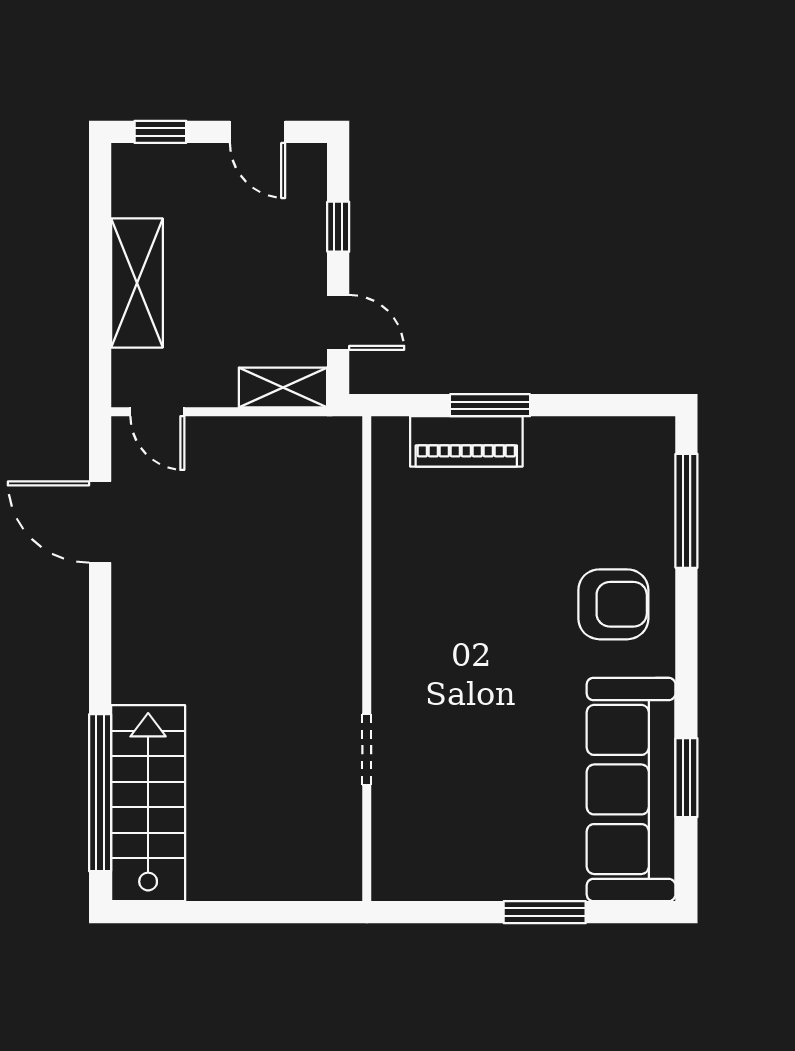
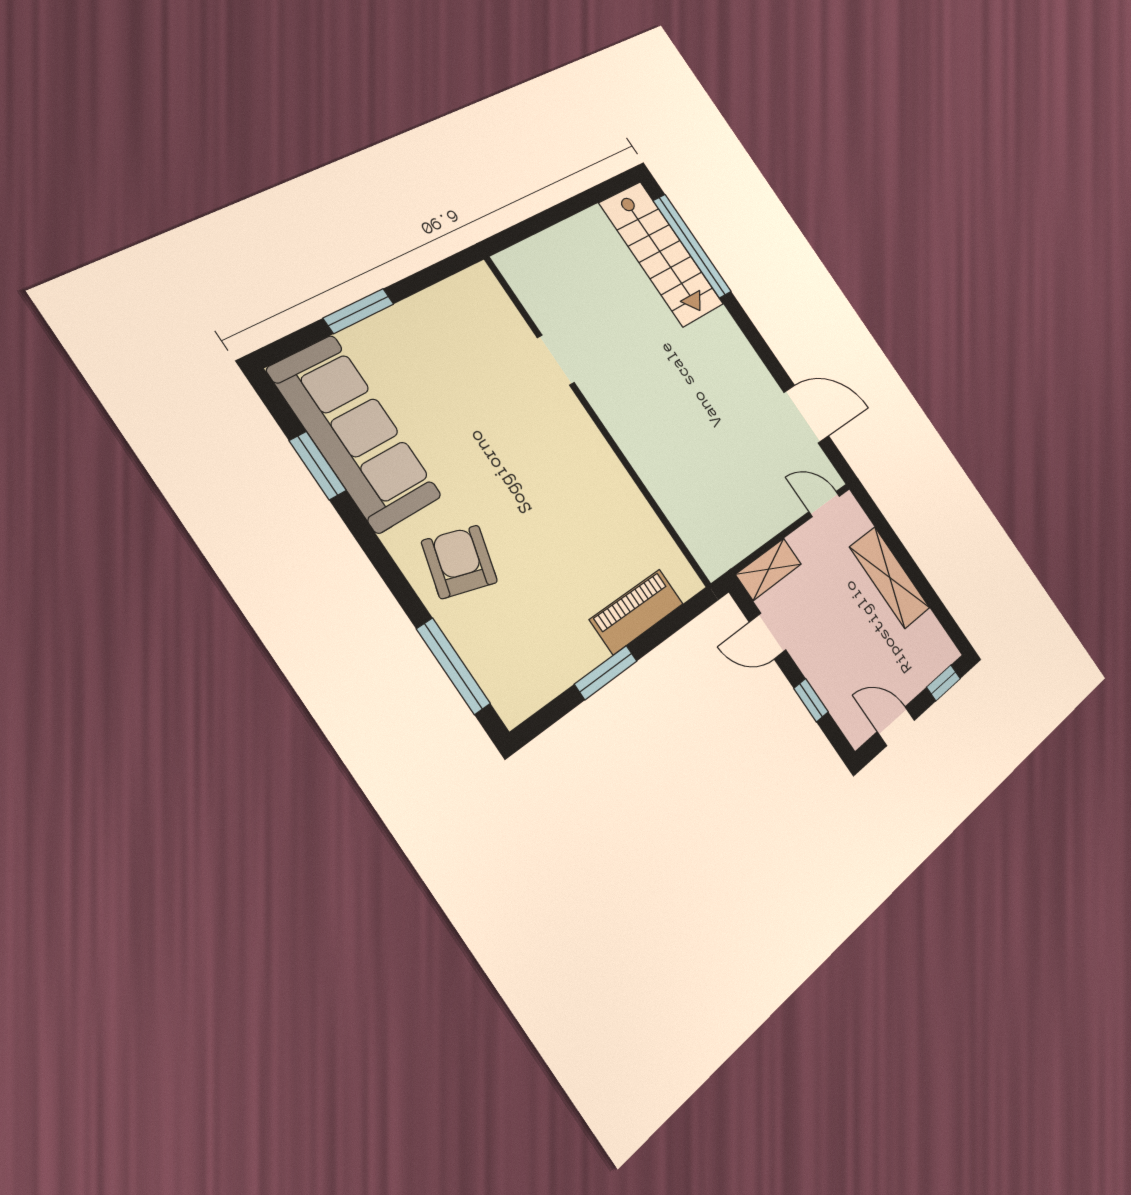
window: (490, 405) -> (606, 672), moved
armchair: (613, 604) -> (460, 562), turned 106

